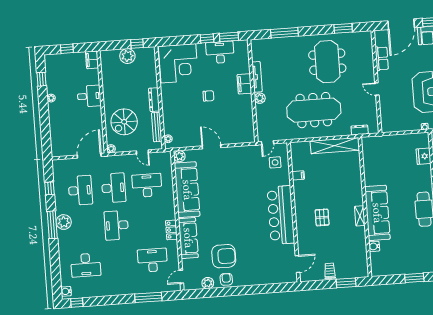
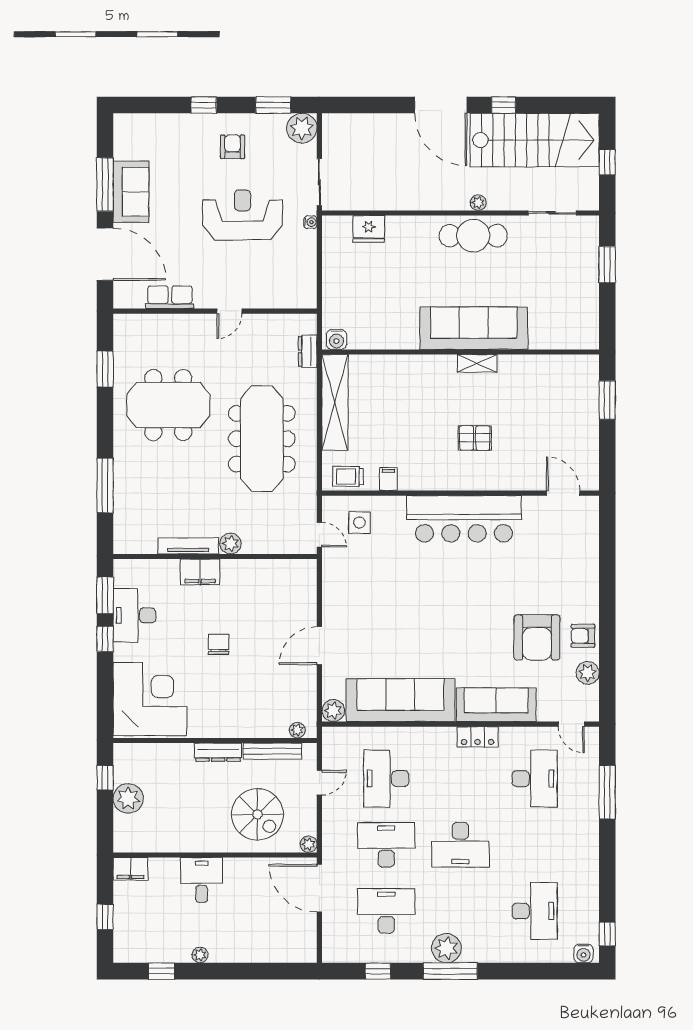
water cooler: (374, 246) -> (336, 339), moved
armchair: (224, 256) -> (537, 637), turned 180
desk: (152, 260) -> (535, 779), turned 180
trolley: (330, 271) -> (348, 476), moved

